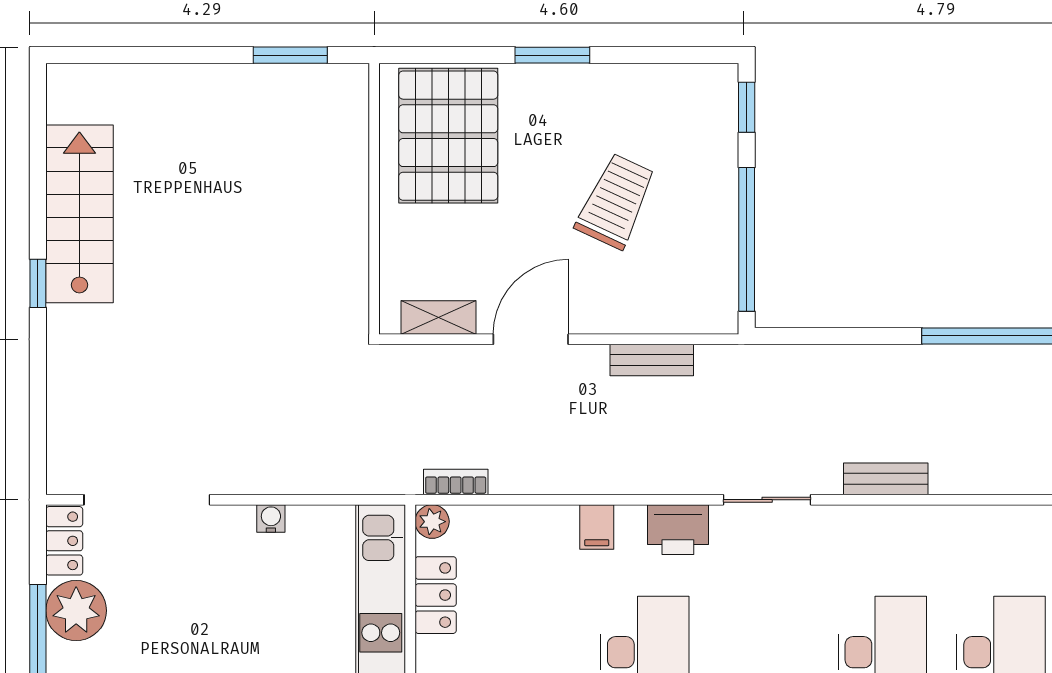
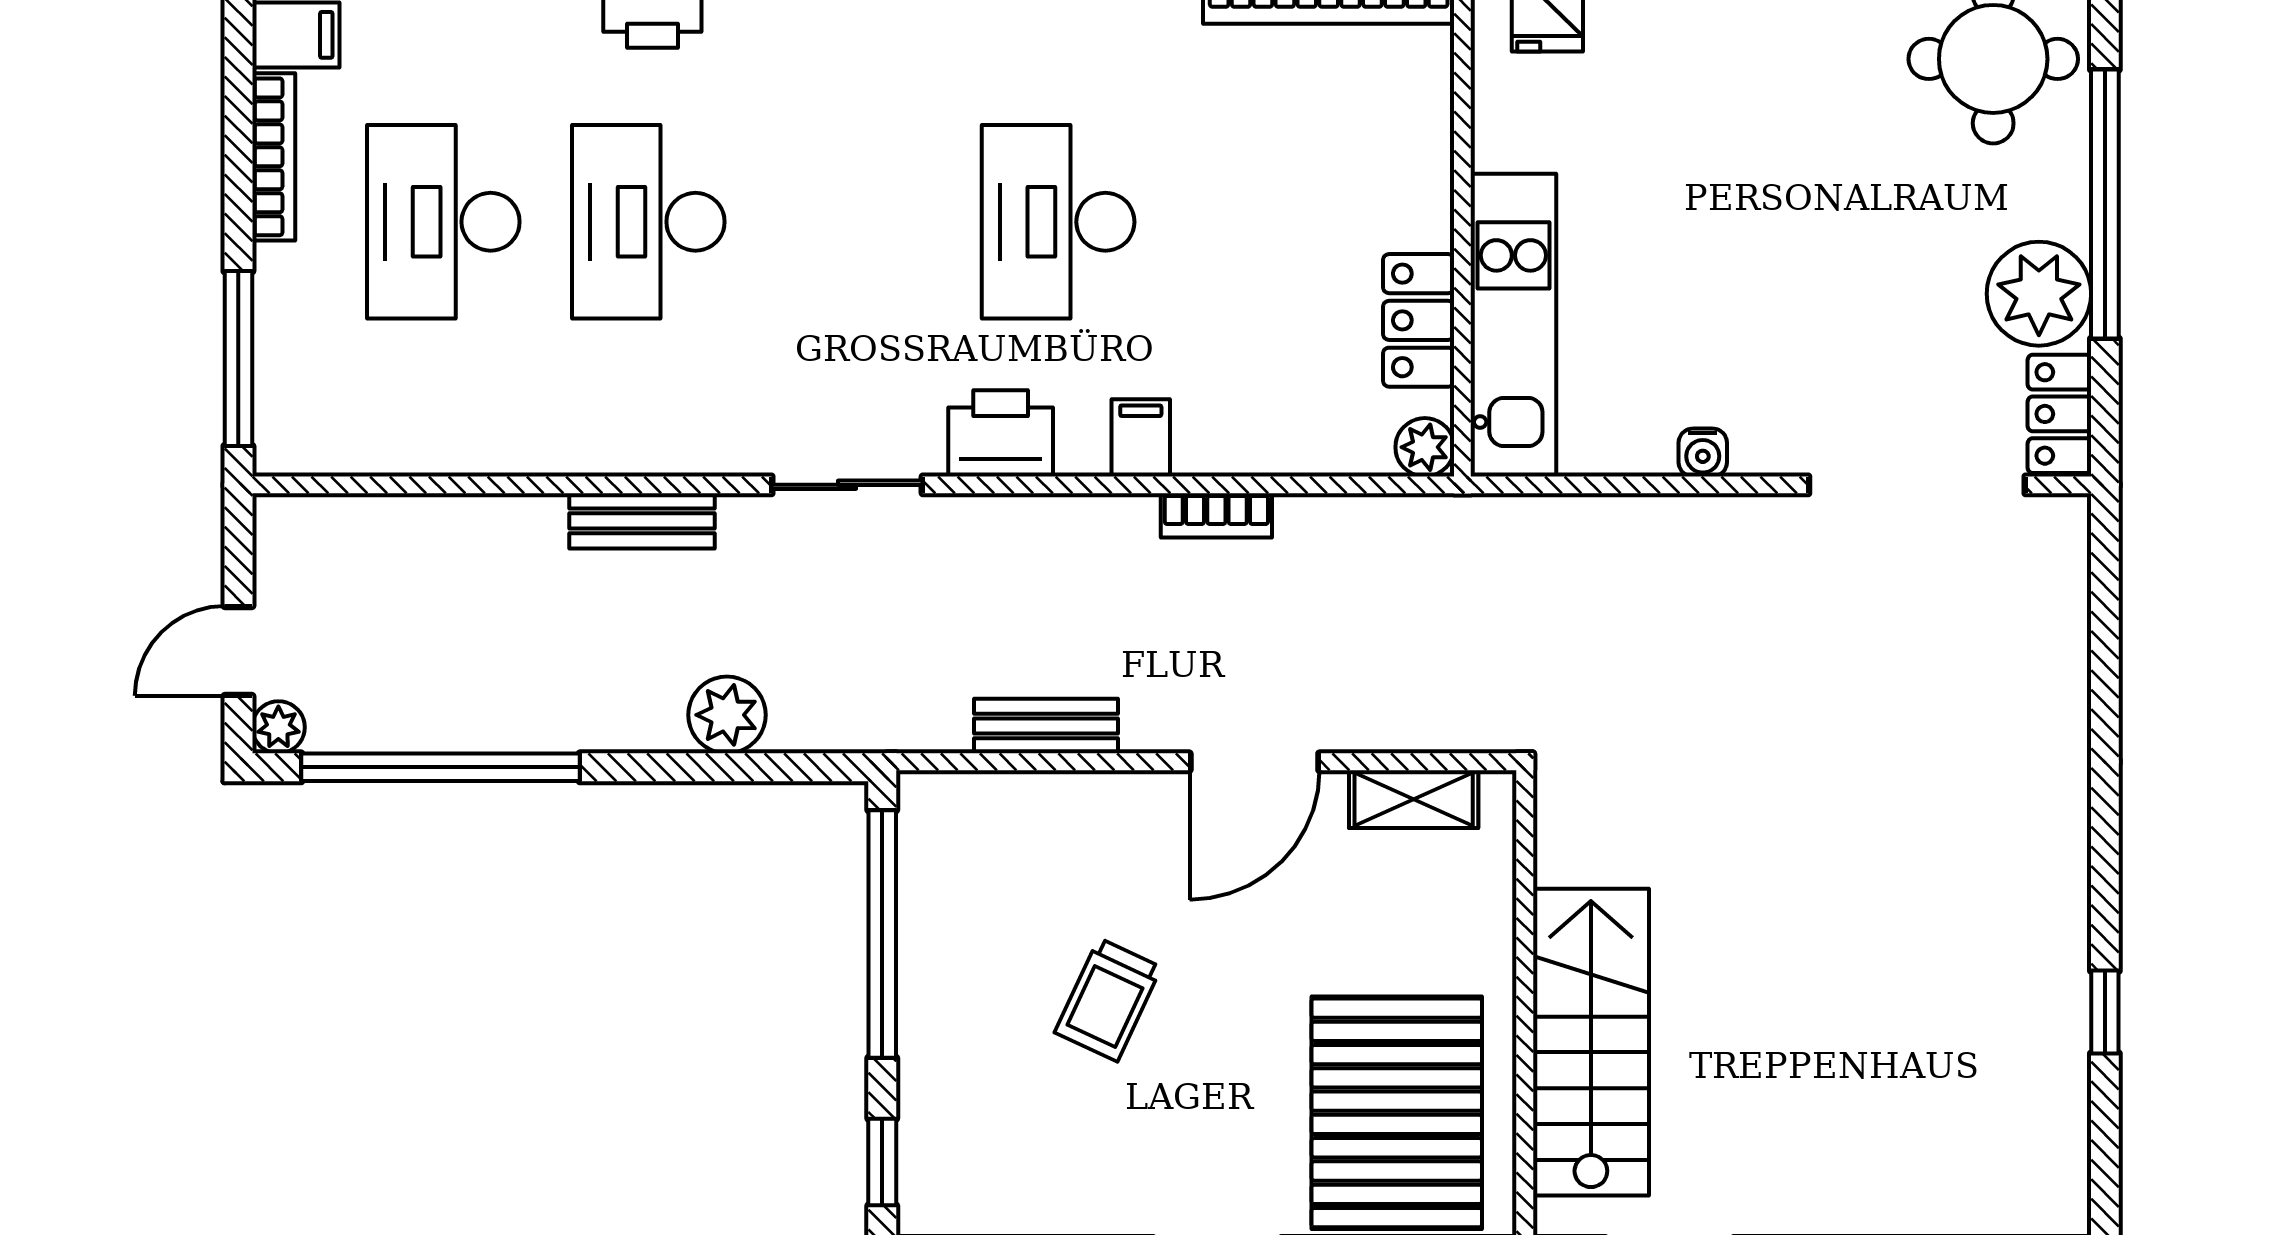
trolley: (616, 201) -> (1108, 1000), width x0.73, depth x0.72
stairs: (79, 214) -> (1591, 1042), moved, turned 180
window: (38, 283) -> (2105, 1012), moved
plant: (837, 366) -> (727, 715), added
bookcase: (456, 482) -> (1216, 515), moved

